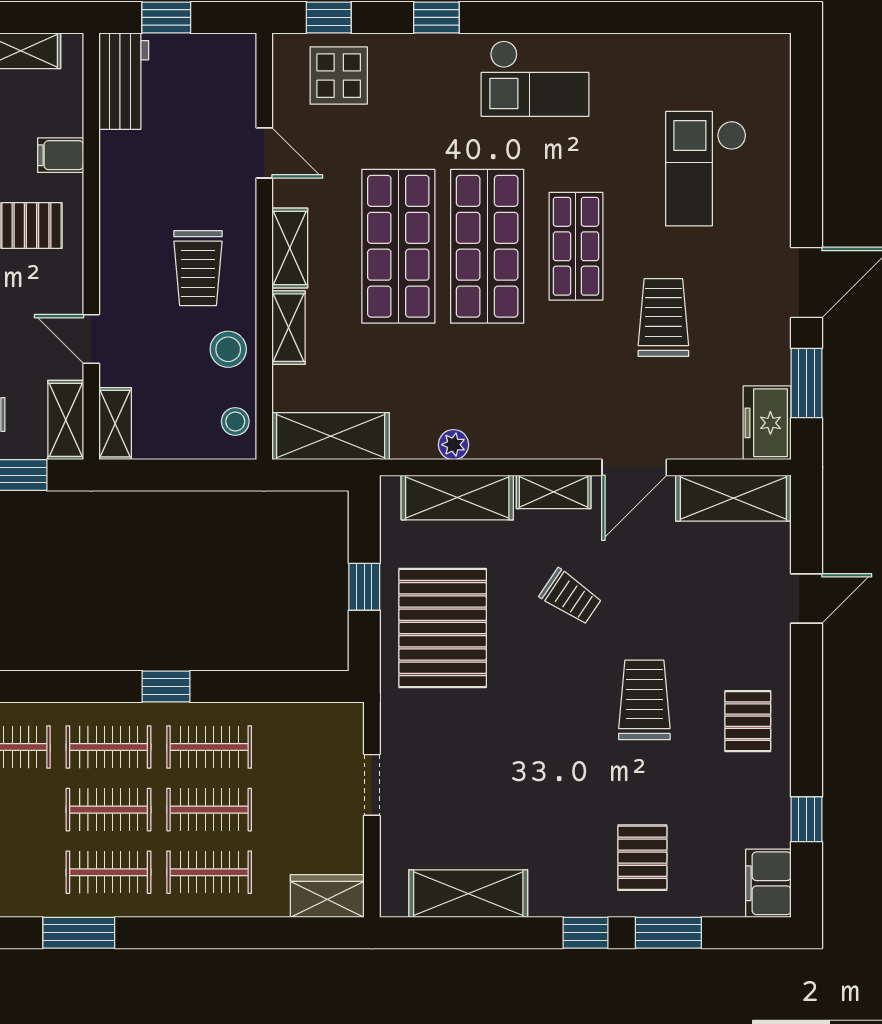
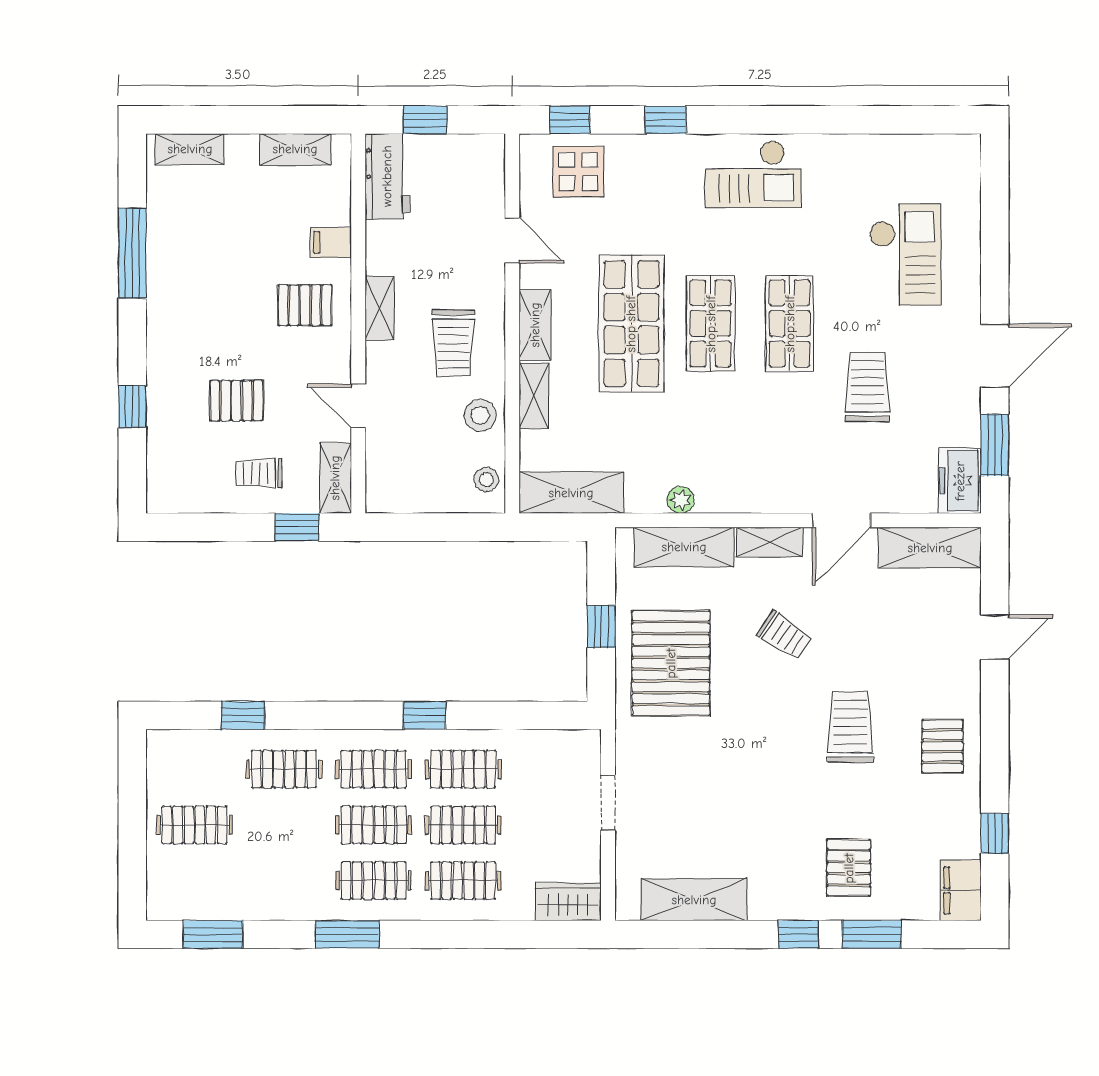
checkout: (706, 169) -> (905, 254), turned 180
shop shelf: (487, 246) -> (711, 324), width x0.70, depth x0.74
shelving: (115, 424) -> (379, 308), moved

